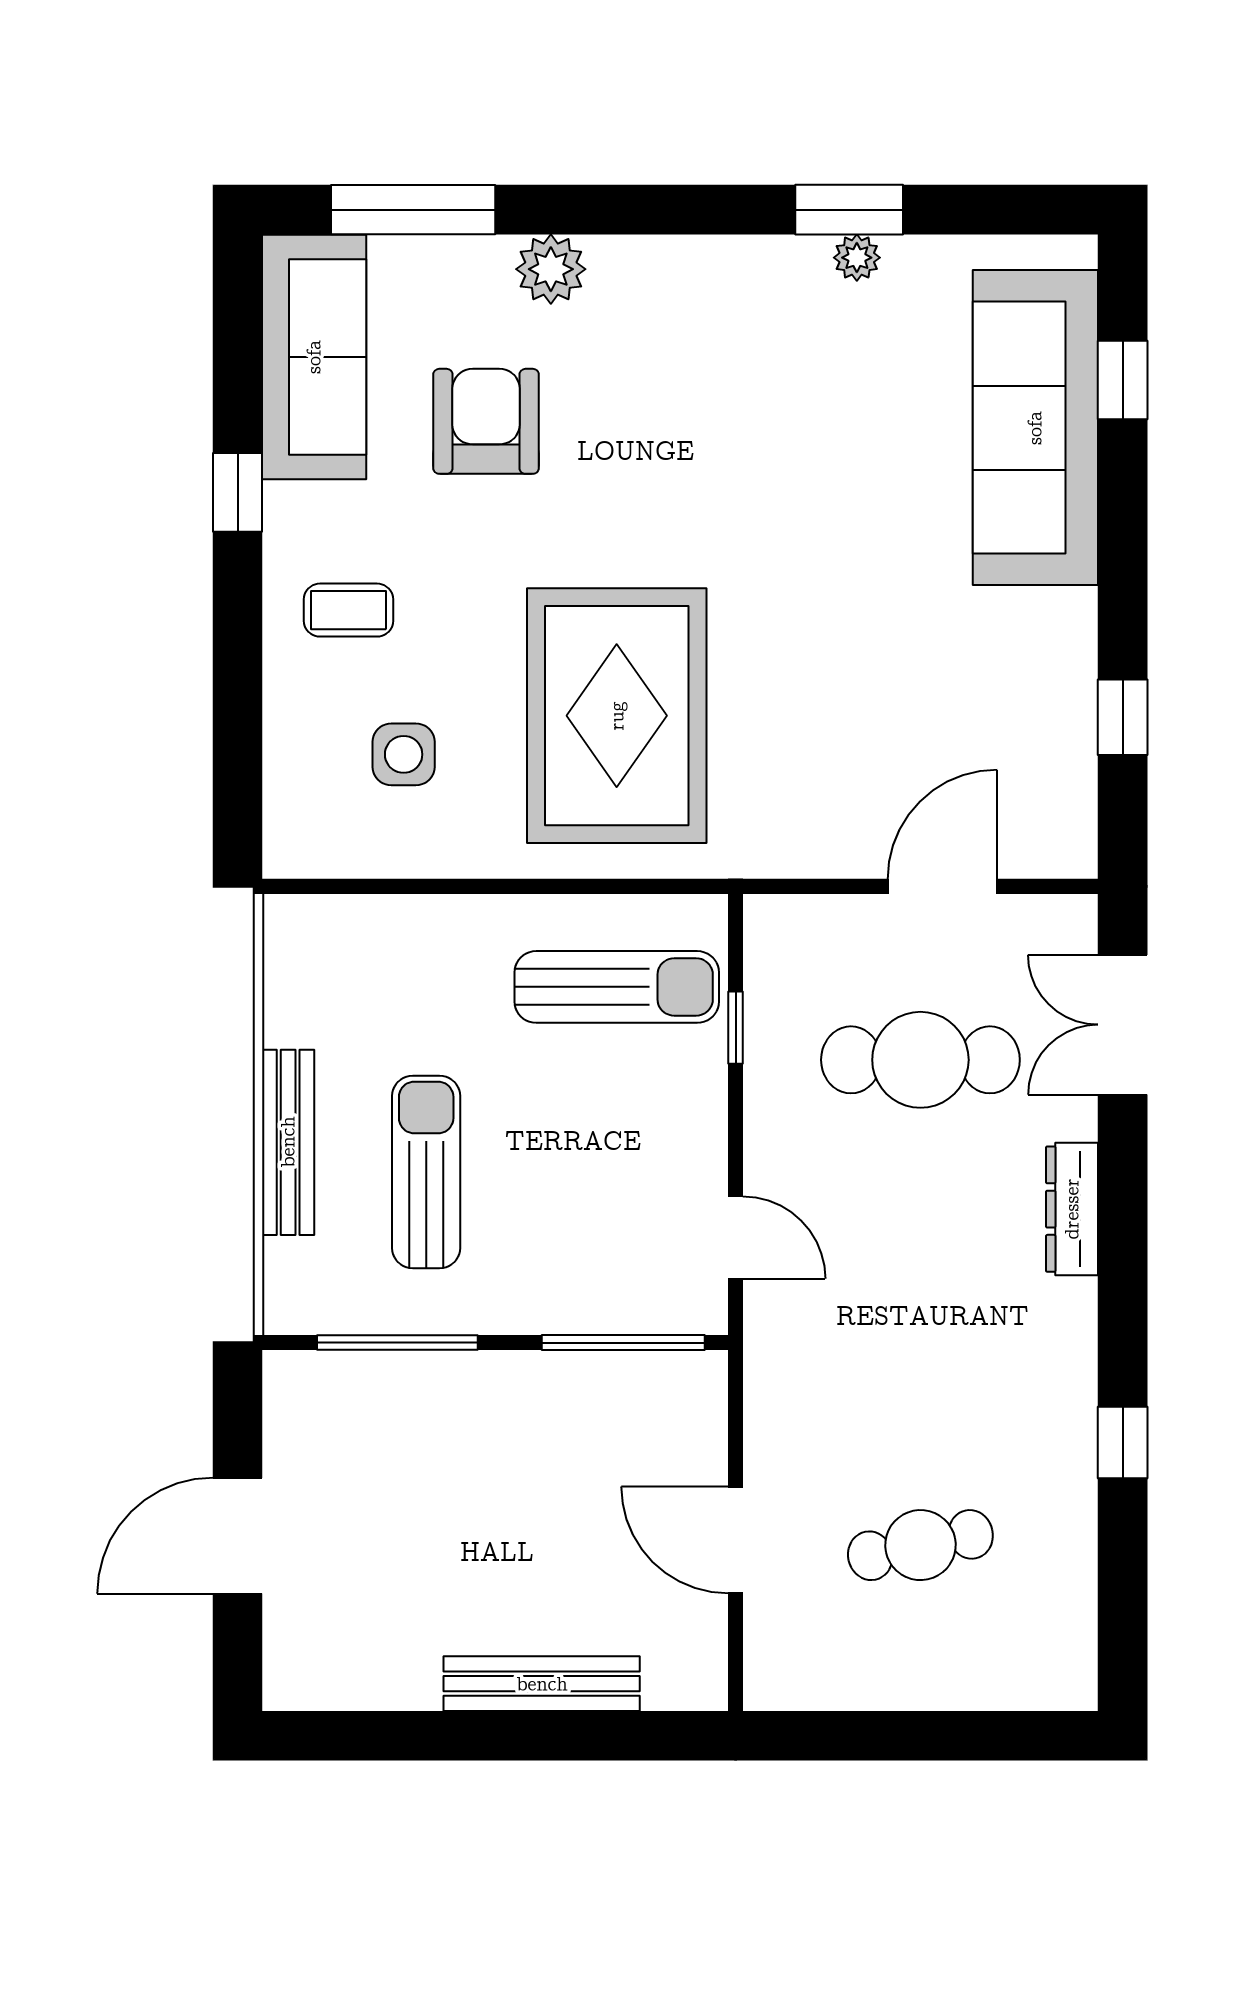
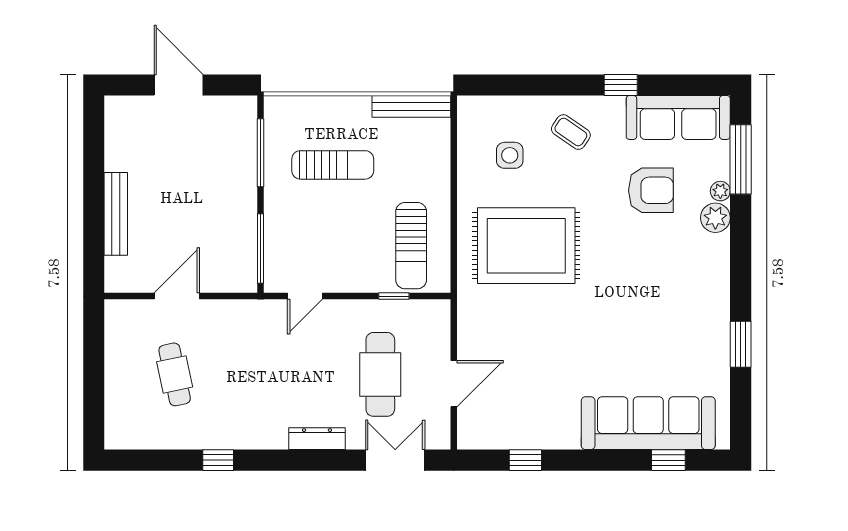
plant: (857, 258) -> (720, 191), moved
coffee table: (349, 610) -> (571, 132), turned -55
door: (942, 886) -> (454, 384), hinge flipped
bench: (288, 1142) -> (411, 106), moved

